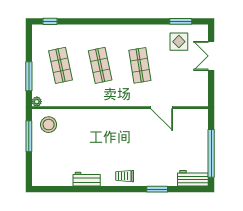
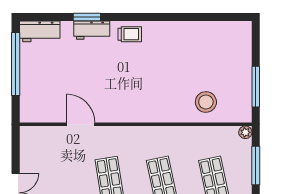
stool: (49, 125) -> (206, 102), moved
workbench: (87, 179) -> (92, 30), moved

